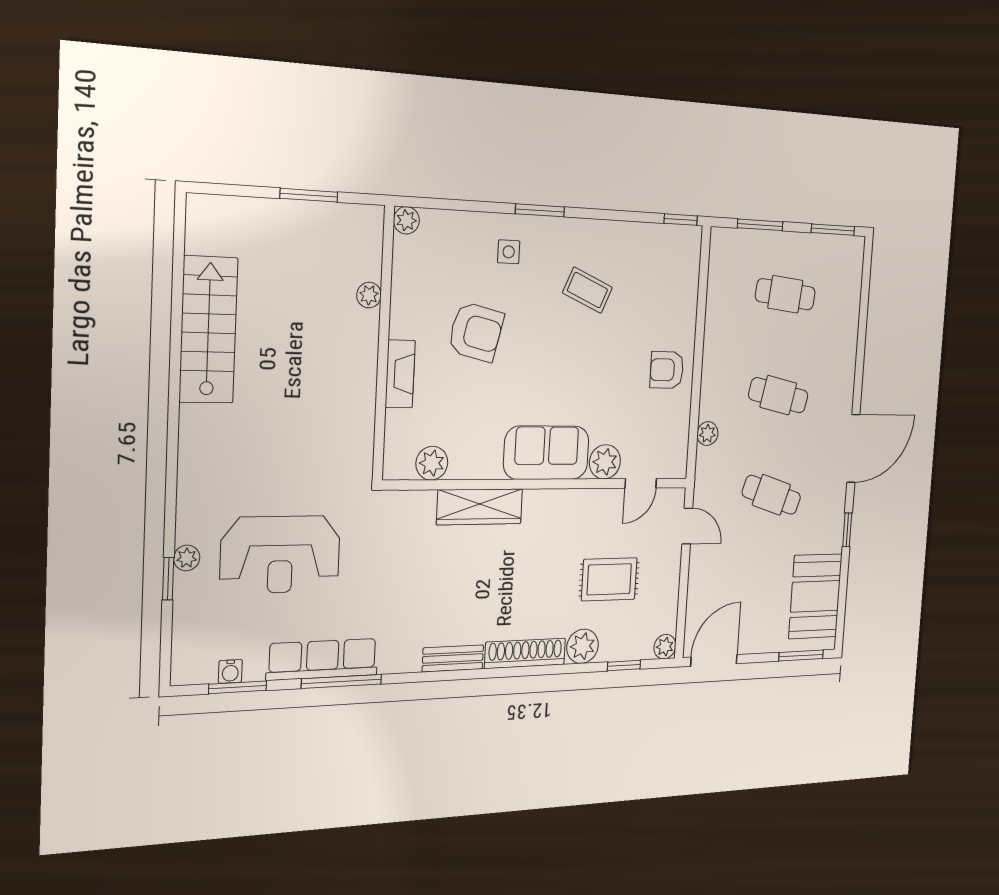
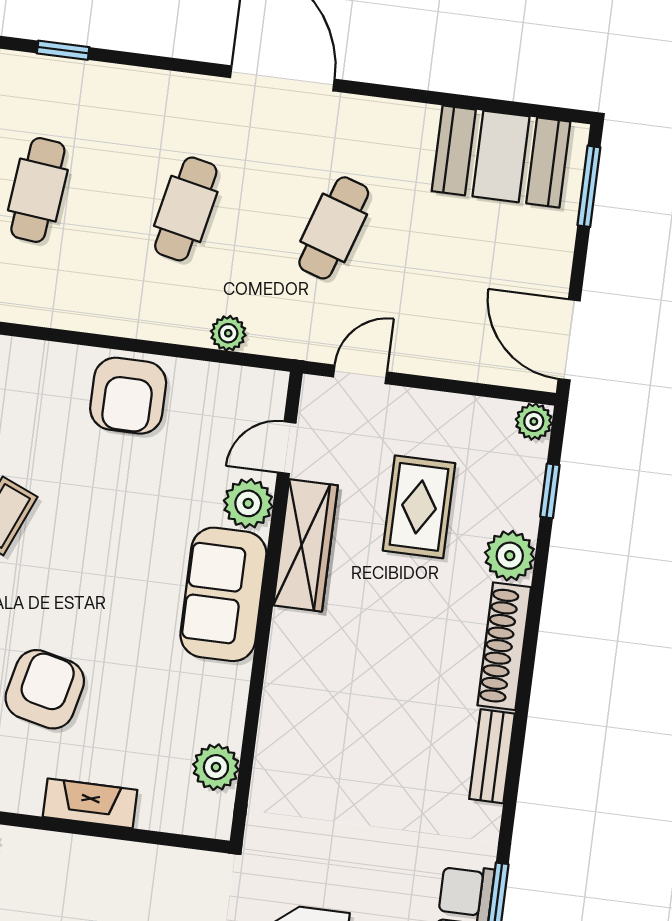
armchair: (667, 370) -> (128, 396), width x1.38, depth x1.38
door: (641, 483) -> (287, 448), swing flipped
wardrobe: (480, 507) -> (305, 545), moved
window: (847, 530) -> (63, 50), moved

